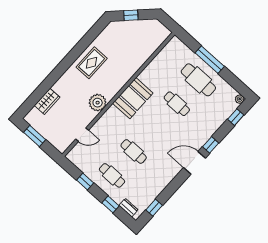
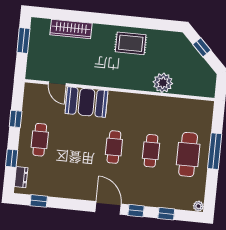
booth: (133, 98) -> (86, 102), moved
wardrobe: (47, 101) -> (71, 29), width x1.50
plant: (98, 103) -> (163, 83), moved
window: (236, 117) -> (166, 214), moved
cafe table: (134, 152) -> (114, 147), moved

